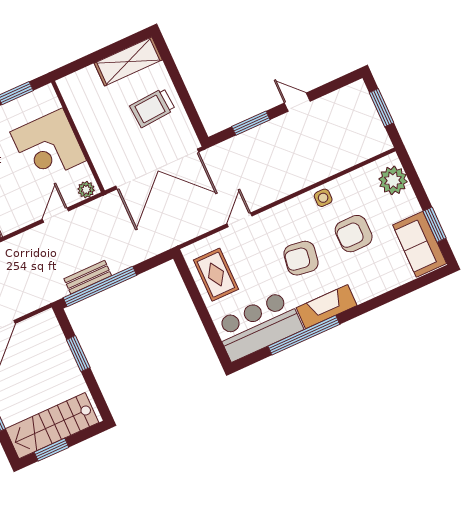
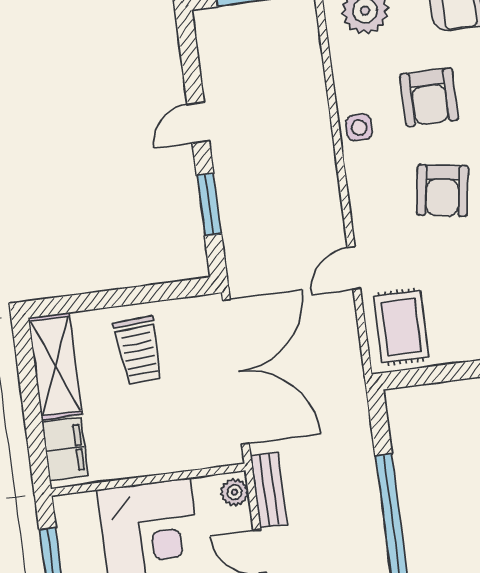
filing cabinet: (81, 82) -> (65, 449), added
door: (239, 220) -> (354, 268), hinge flipped
rug: (216, 275) -> (401, 327), moved, turned 90
bench: (88, 277) -> (269, 490), moved

